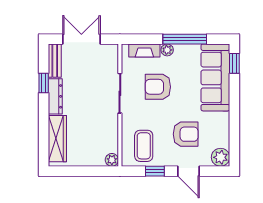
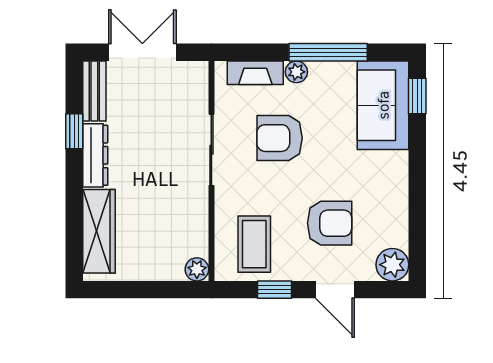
sofa: (215, 77) -> (383, 105), width x0.73

